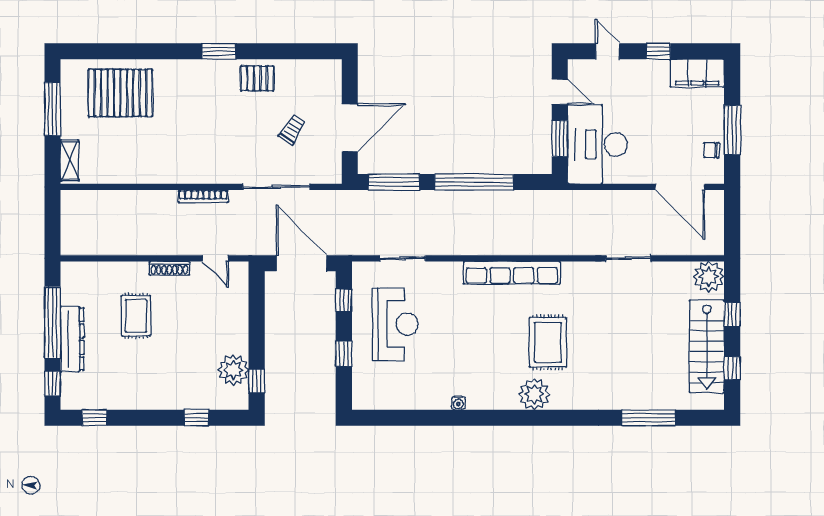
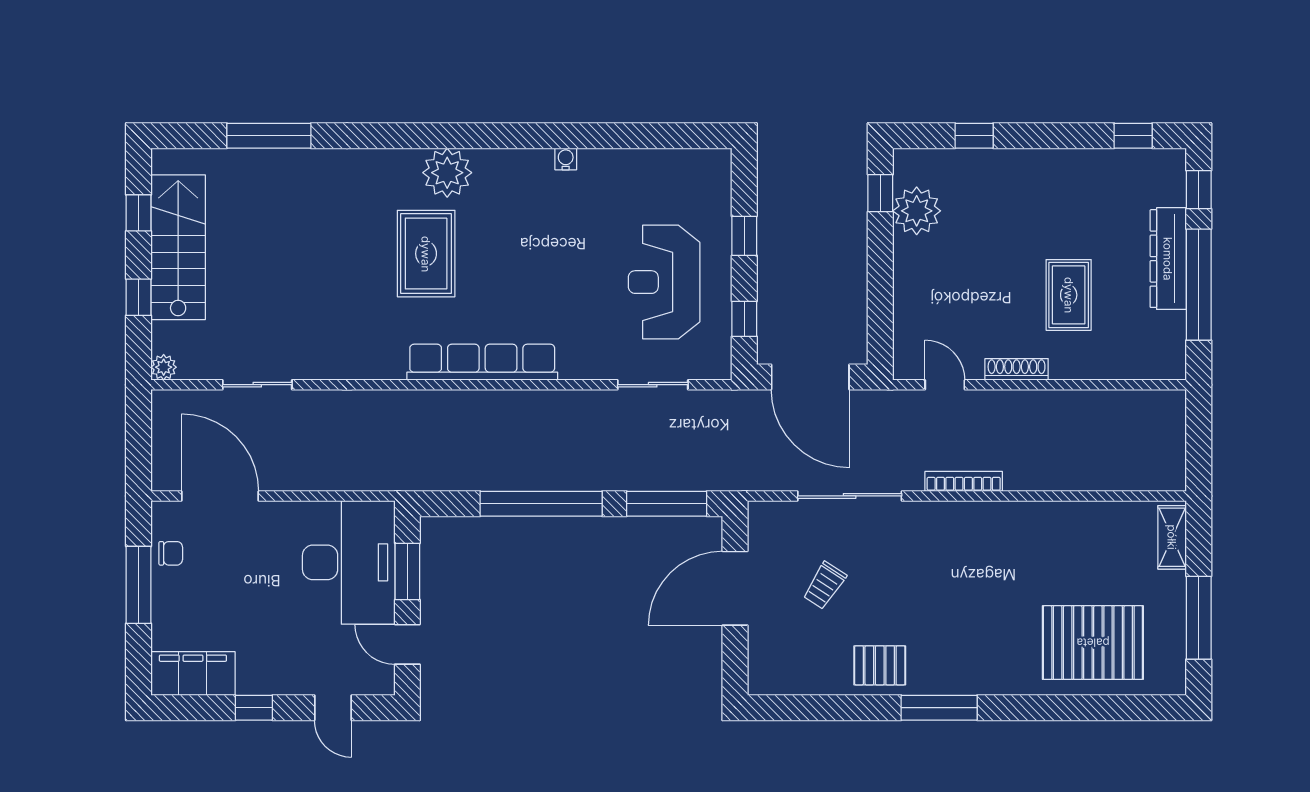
window: (219, 51) -> (939, 708), width x1.44
sliding door: (628, 258) -> (257, 385), moved
plant: (709, 277) -> (164, 367), width x0.53, depth x0.53

